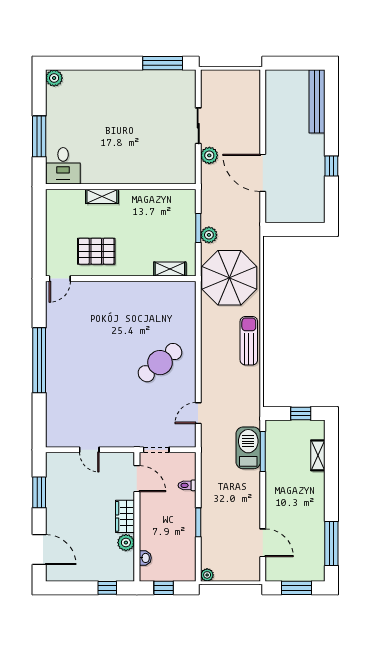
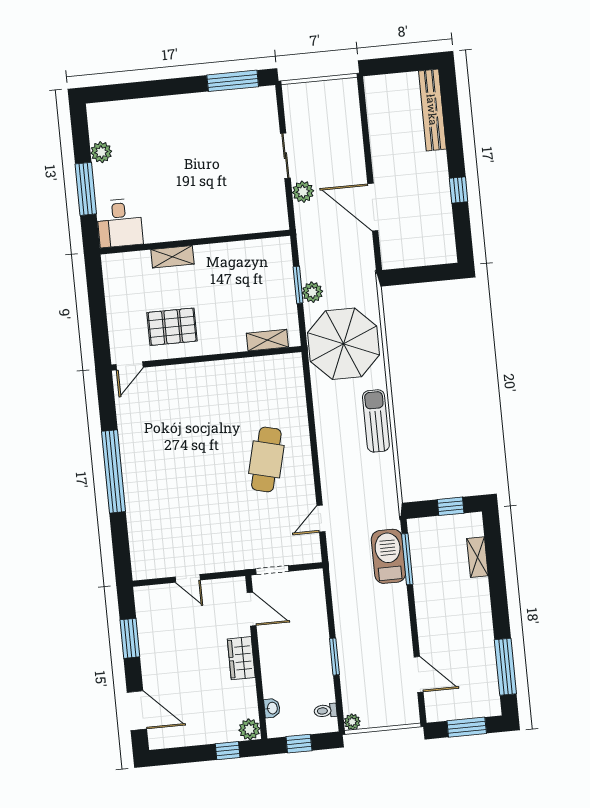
plant: (54, 78) -> (101, 152), moved
cafe table: (160, 363) -> (266, 459), turned -37
toilet: (187, 485) -> (325, 711), moved
plant: (126, 543) -> (249, 729), moved

